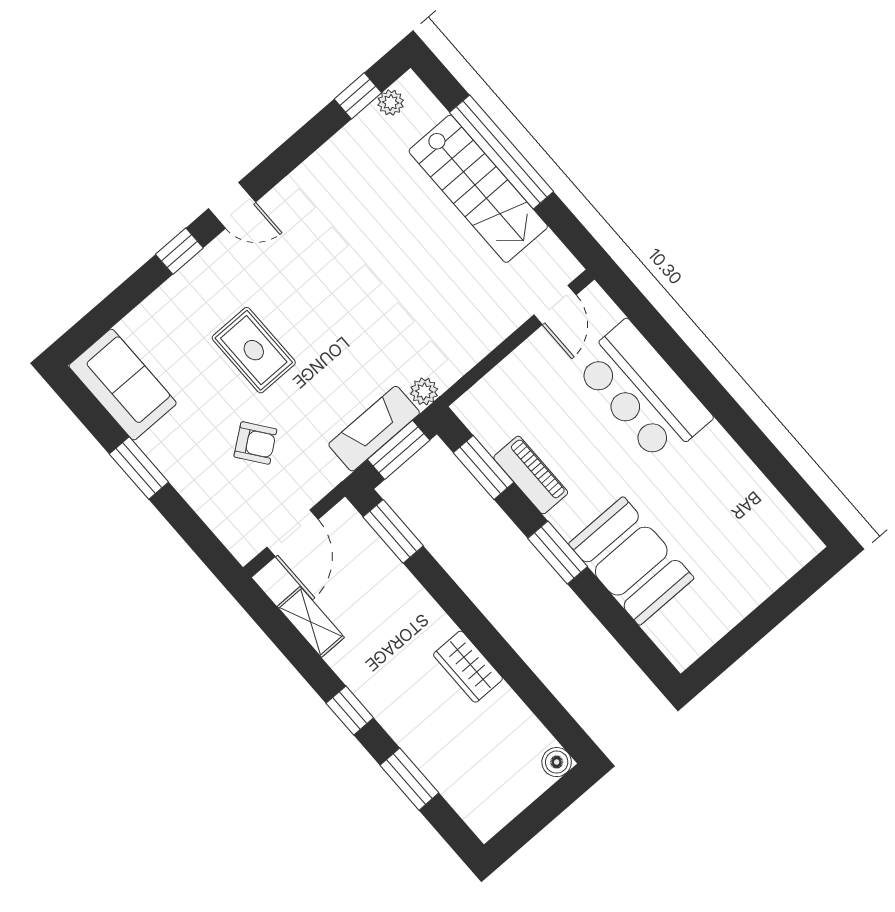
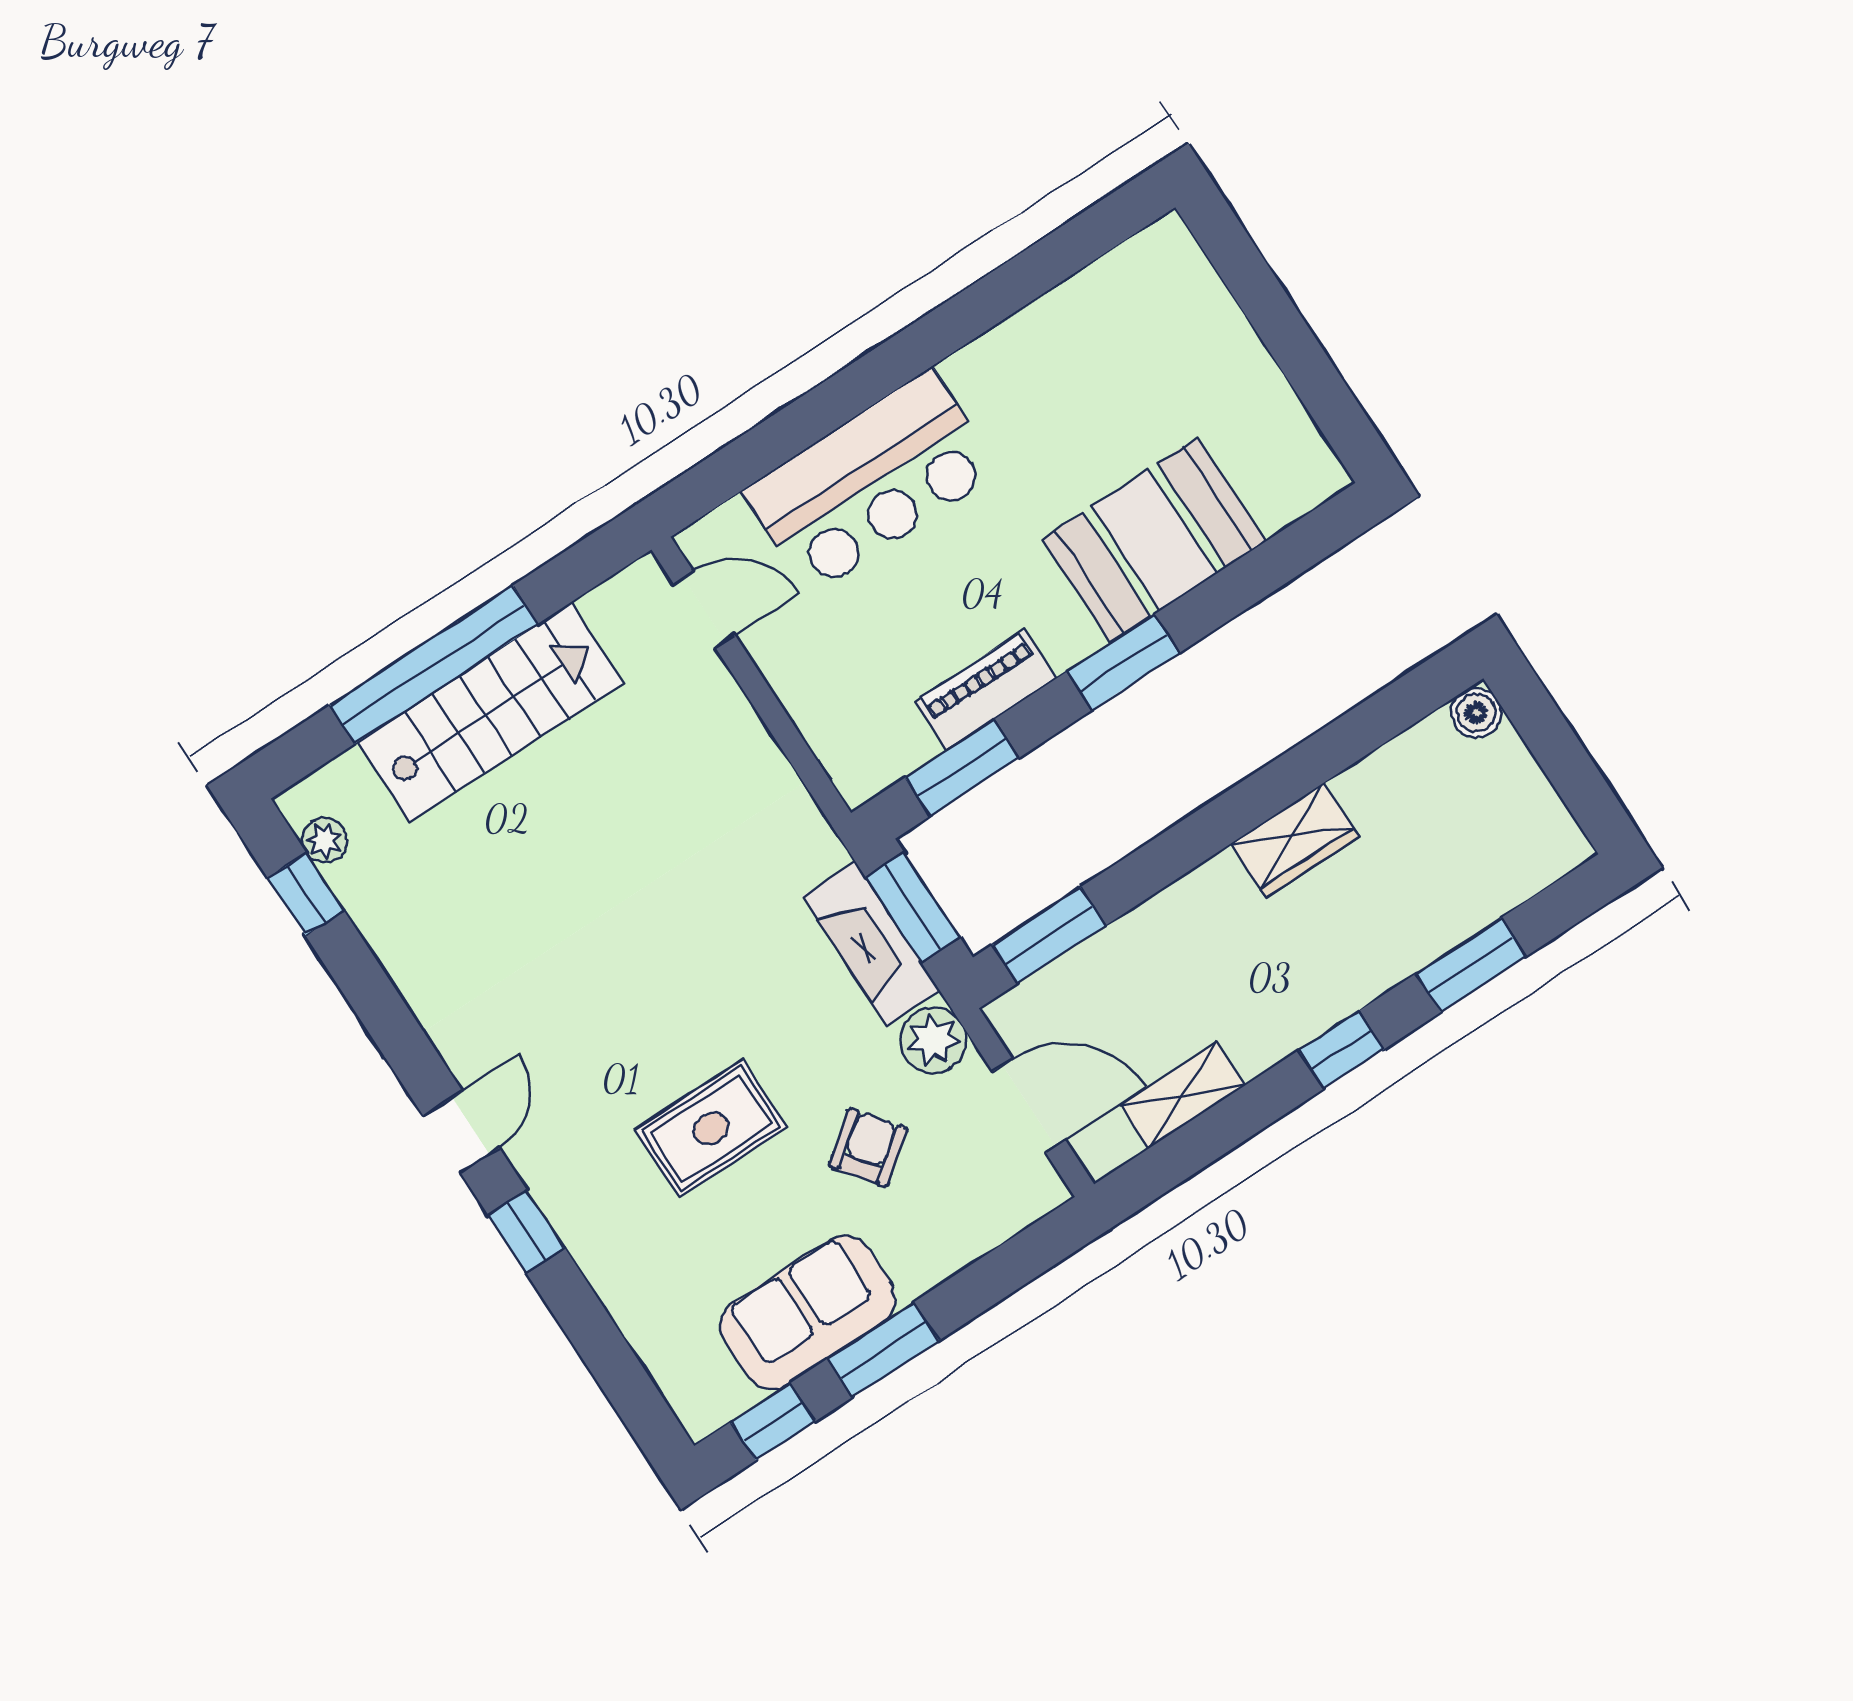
sofa: (123, 385) -> (808, 1313), moved
plant: (424, 391) -> (933, 1040), moved, width x1.38, depth x1.38
window: (88, 410) -> (773, 1422), added

